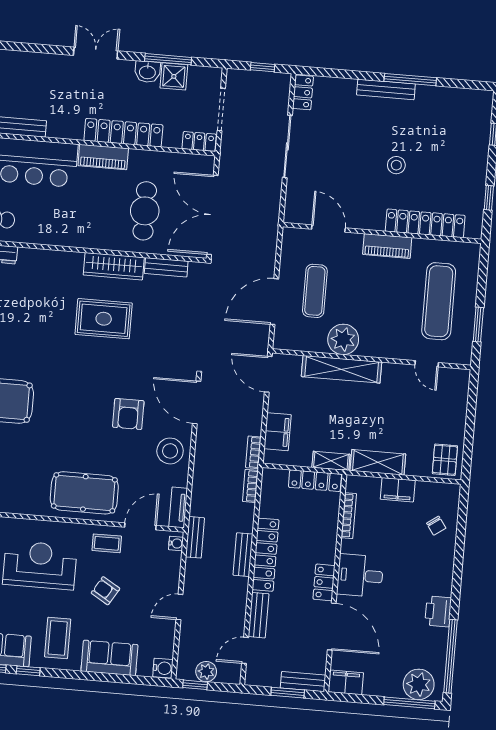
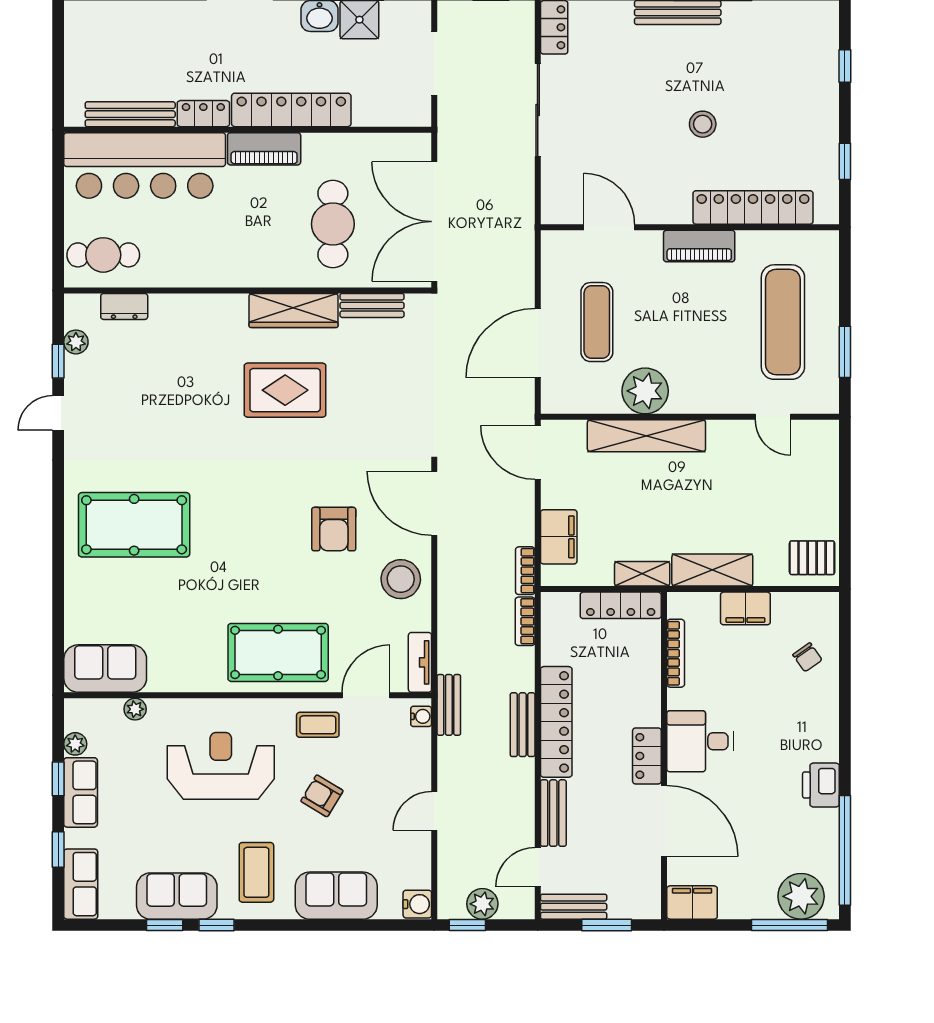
locker: (199, 141) -> (203, 114), moved
pallet: (445, 460) -> (812, 558), turned 90
bench: (303, 682) -> (574, 907), moved

